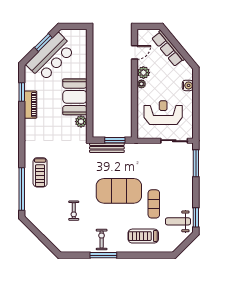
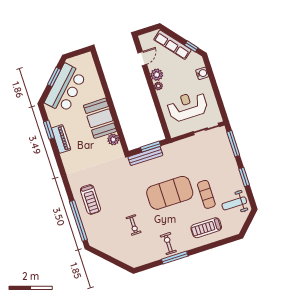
window: (186, 56) -> (191, 46), added
window: (196, 217) -> (244, 177), moved

